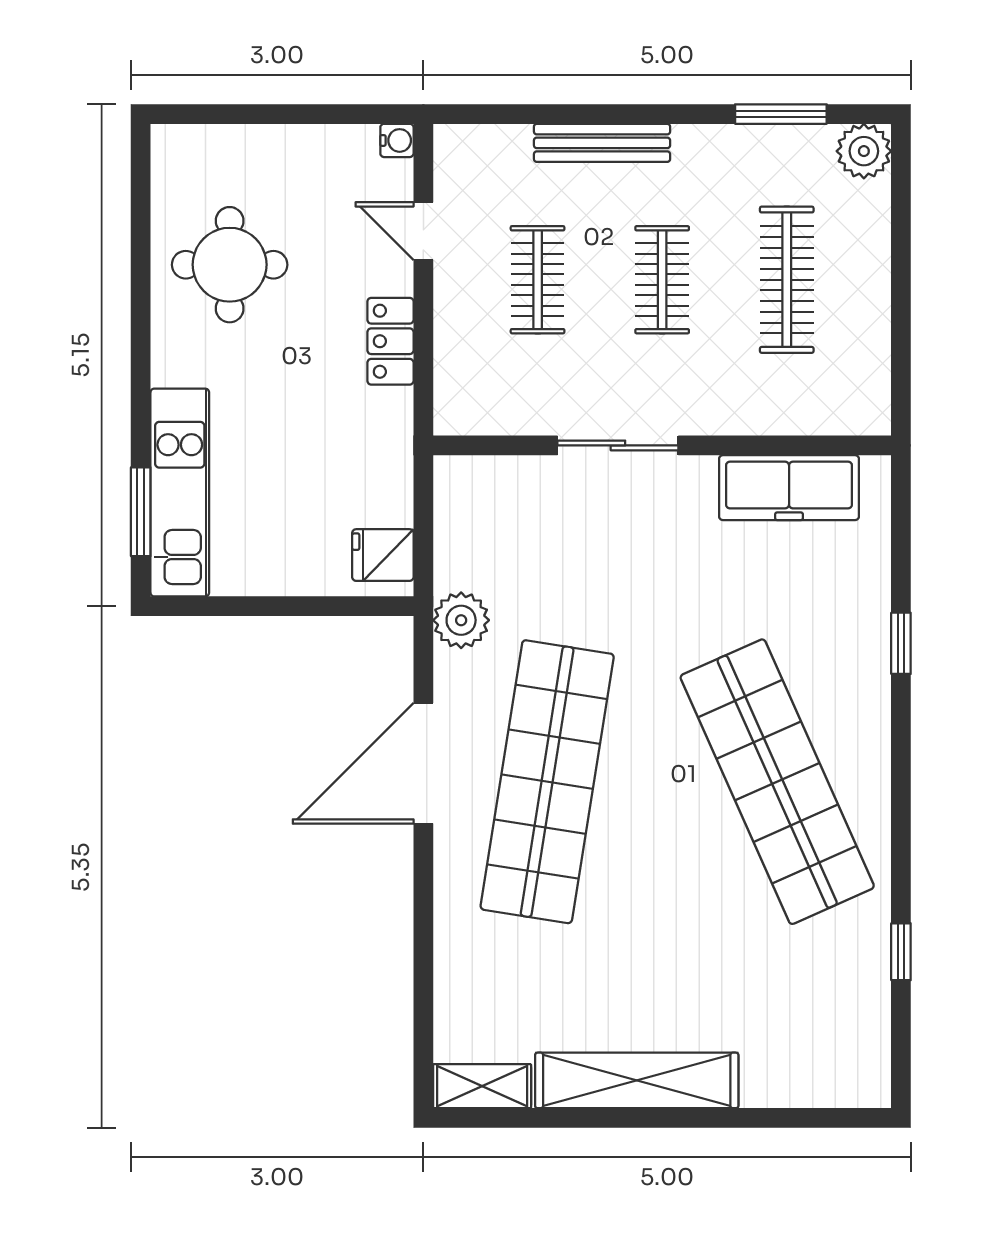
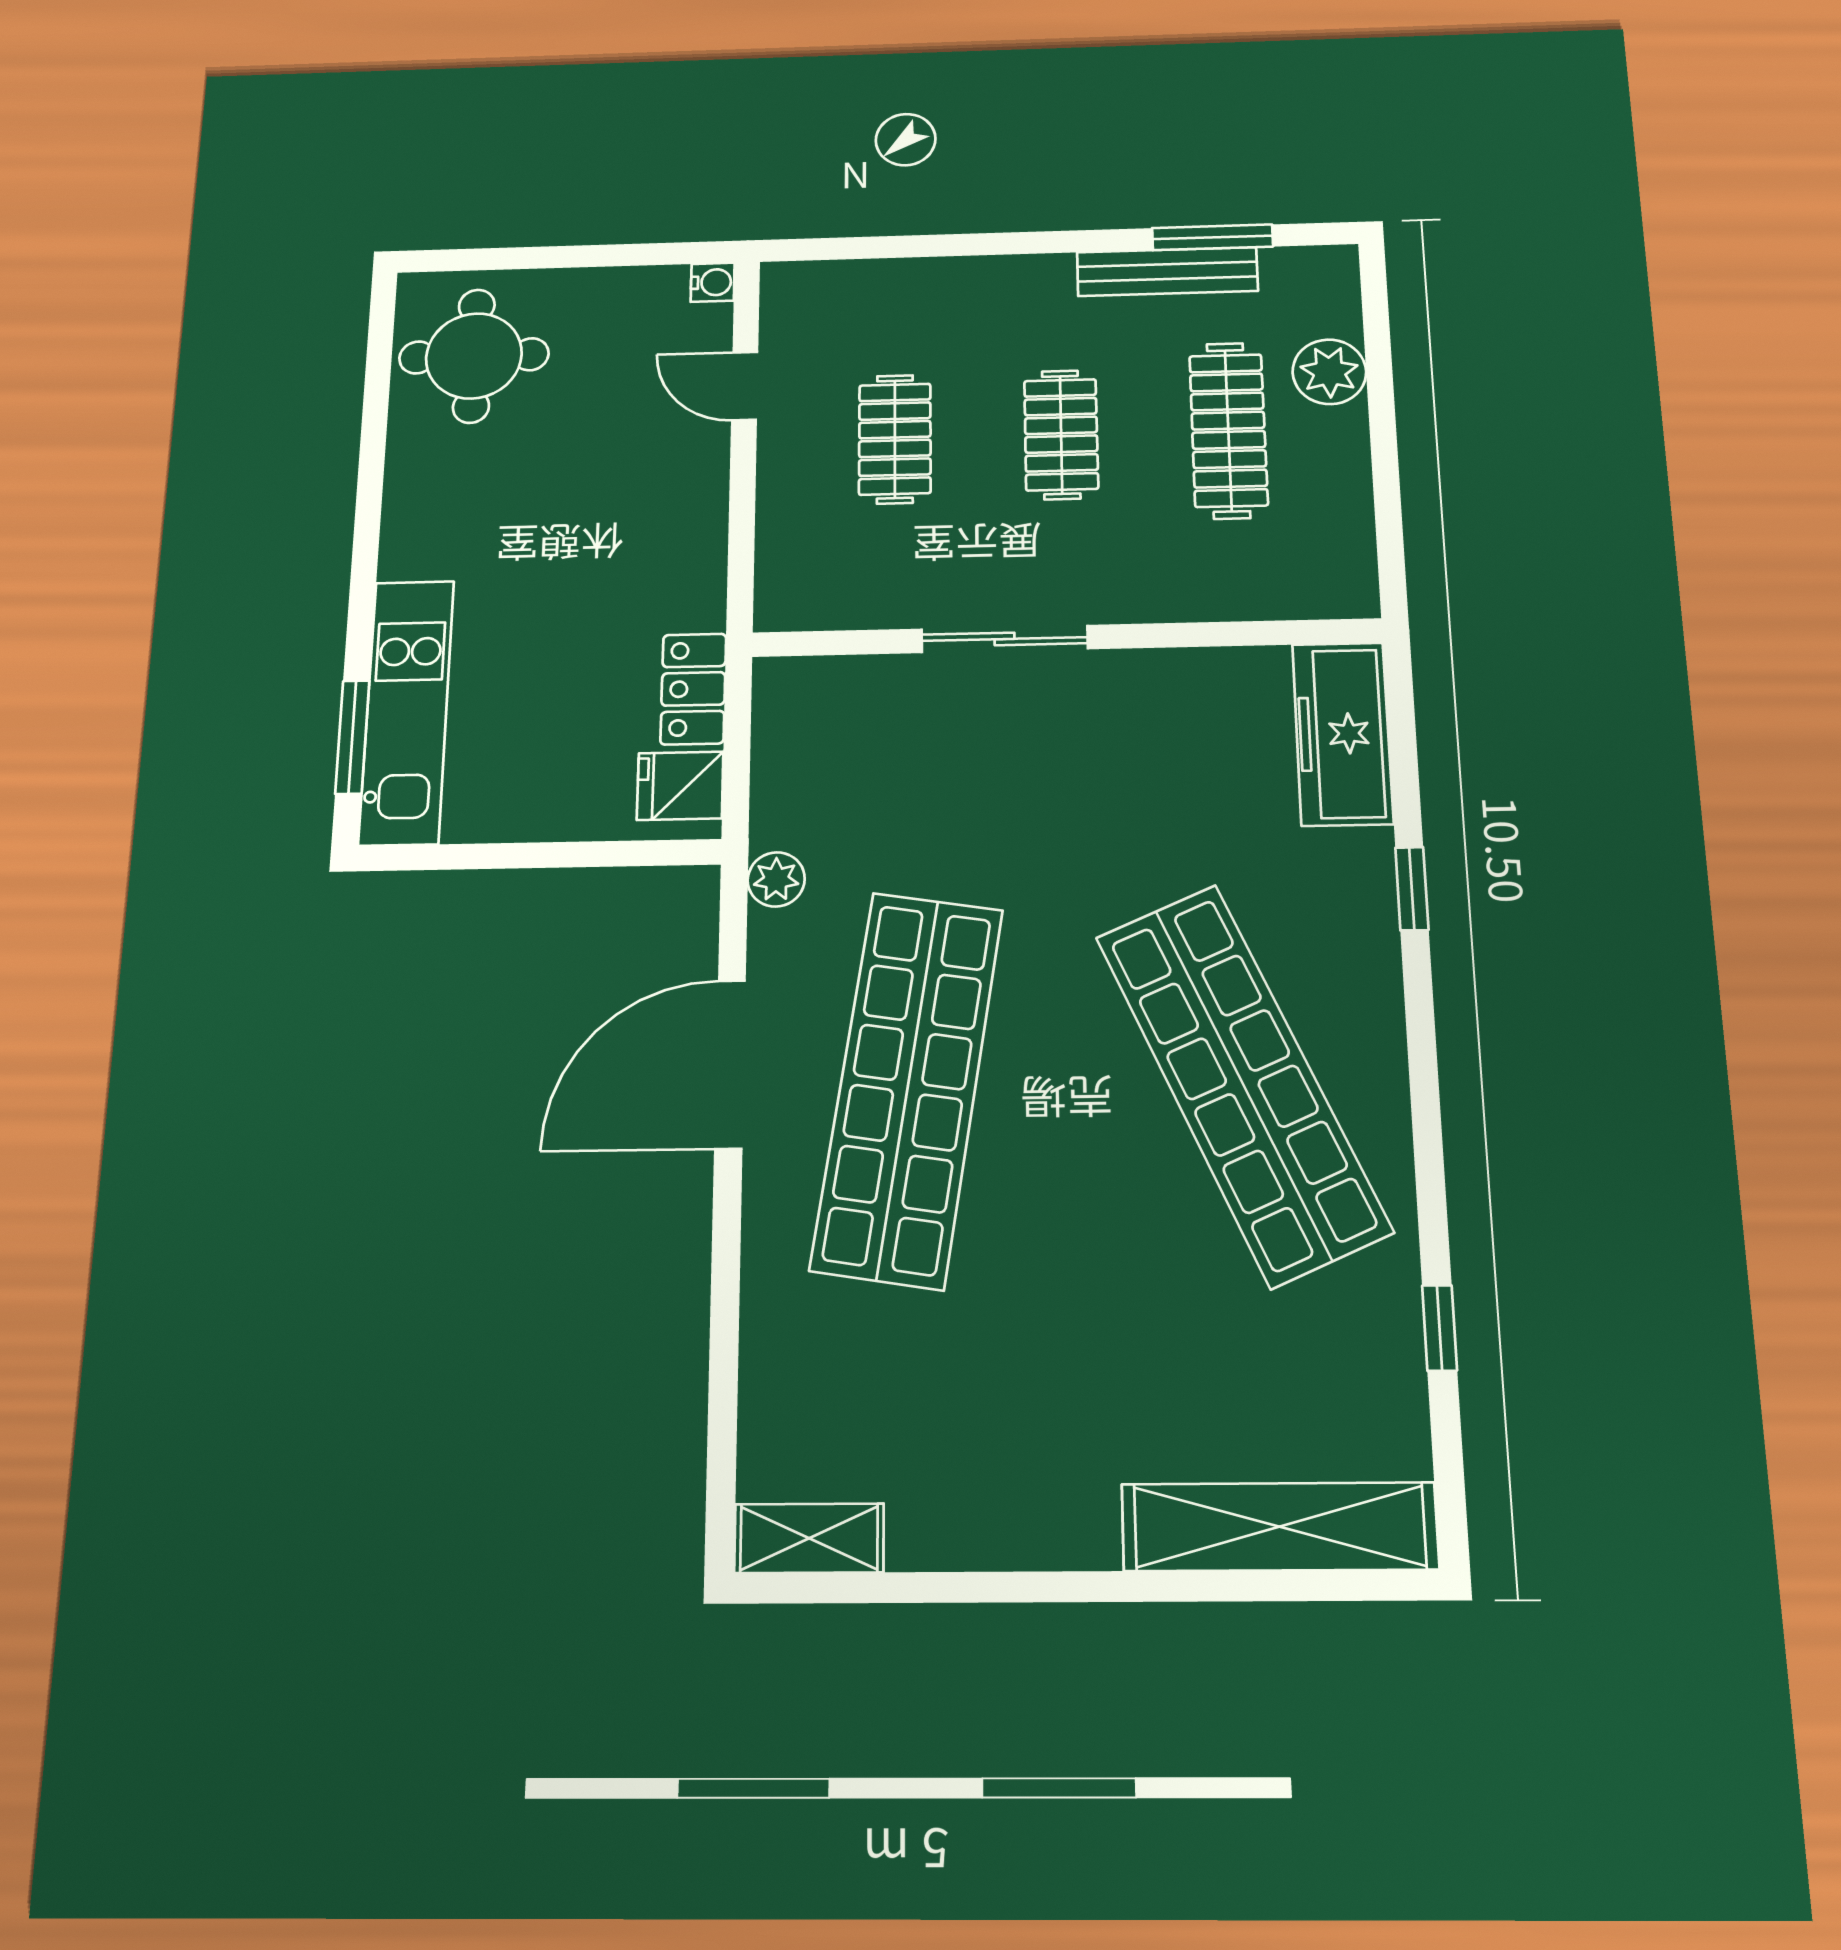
bench: (602, 143) -> (1167, 272), moved
plant: (864, 151) -> (1329, 372), moved
round table: (230, 265) -> (474, 356), moved
locker: (390, 341) -> (693, 689), moved
freezer: (789, 488) -> (1342, 733), moved, turned 90
plant: (461, 620) -> (776, 879), width x0.73, depth x0.73
shelving: (637, 1080) -> (1279, 1527), moved

